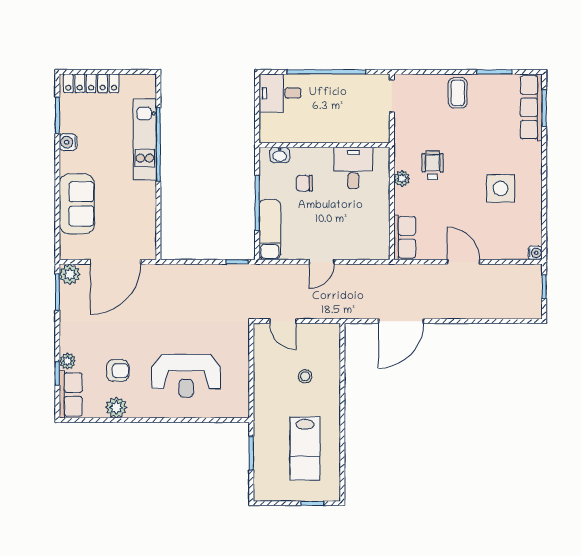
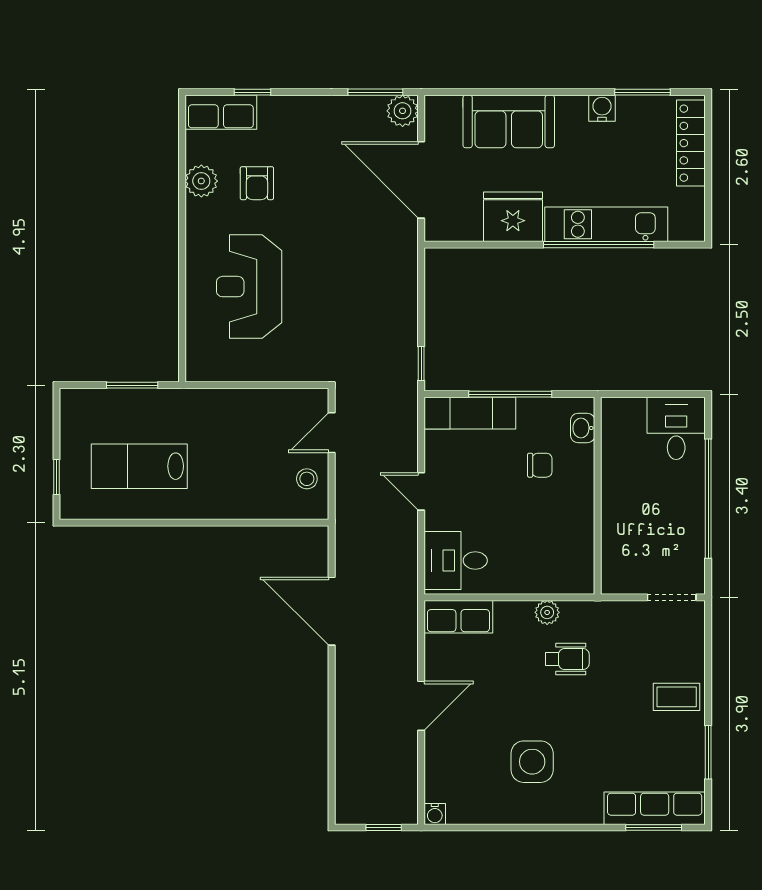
desk: (353, 168) -> (456, 561), moved, turned 180
chair: (304, 183) -> (540, 465), turned 91
fridge: (140, 201) -> (513, 217), added
plant: (67, 361) -> (271, 107), removed
stool: (305, 376) -> (307, 479), moved

